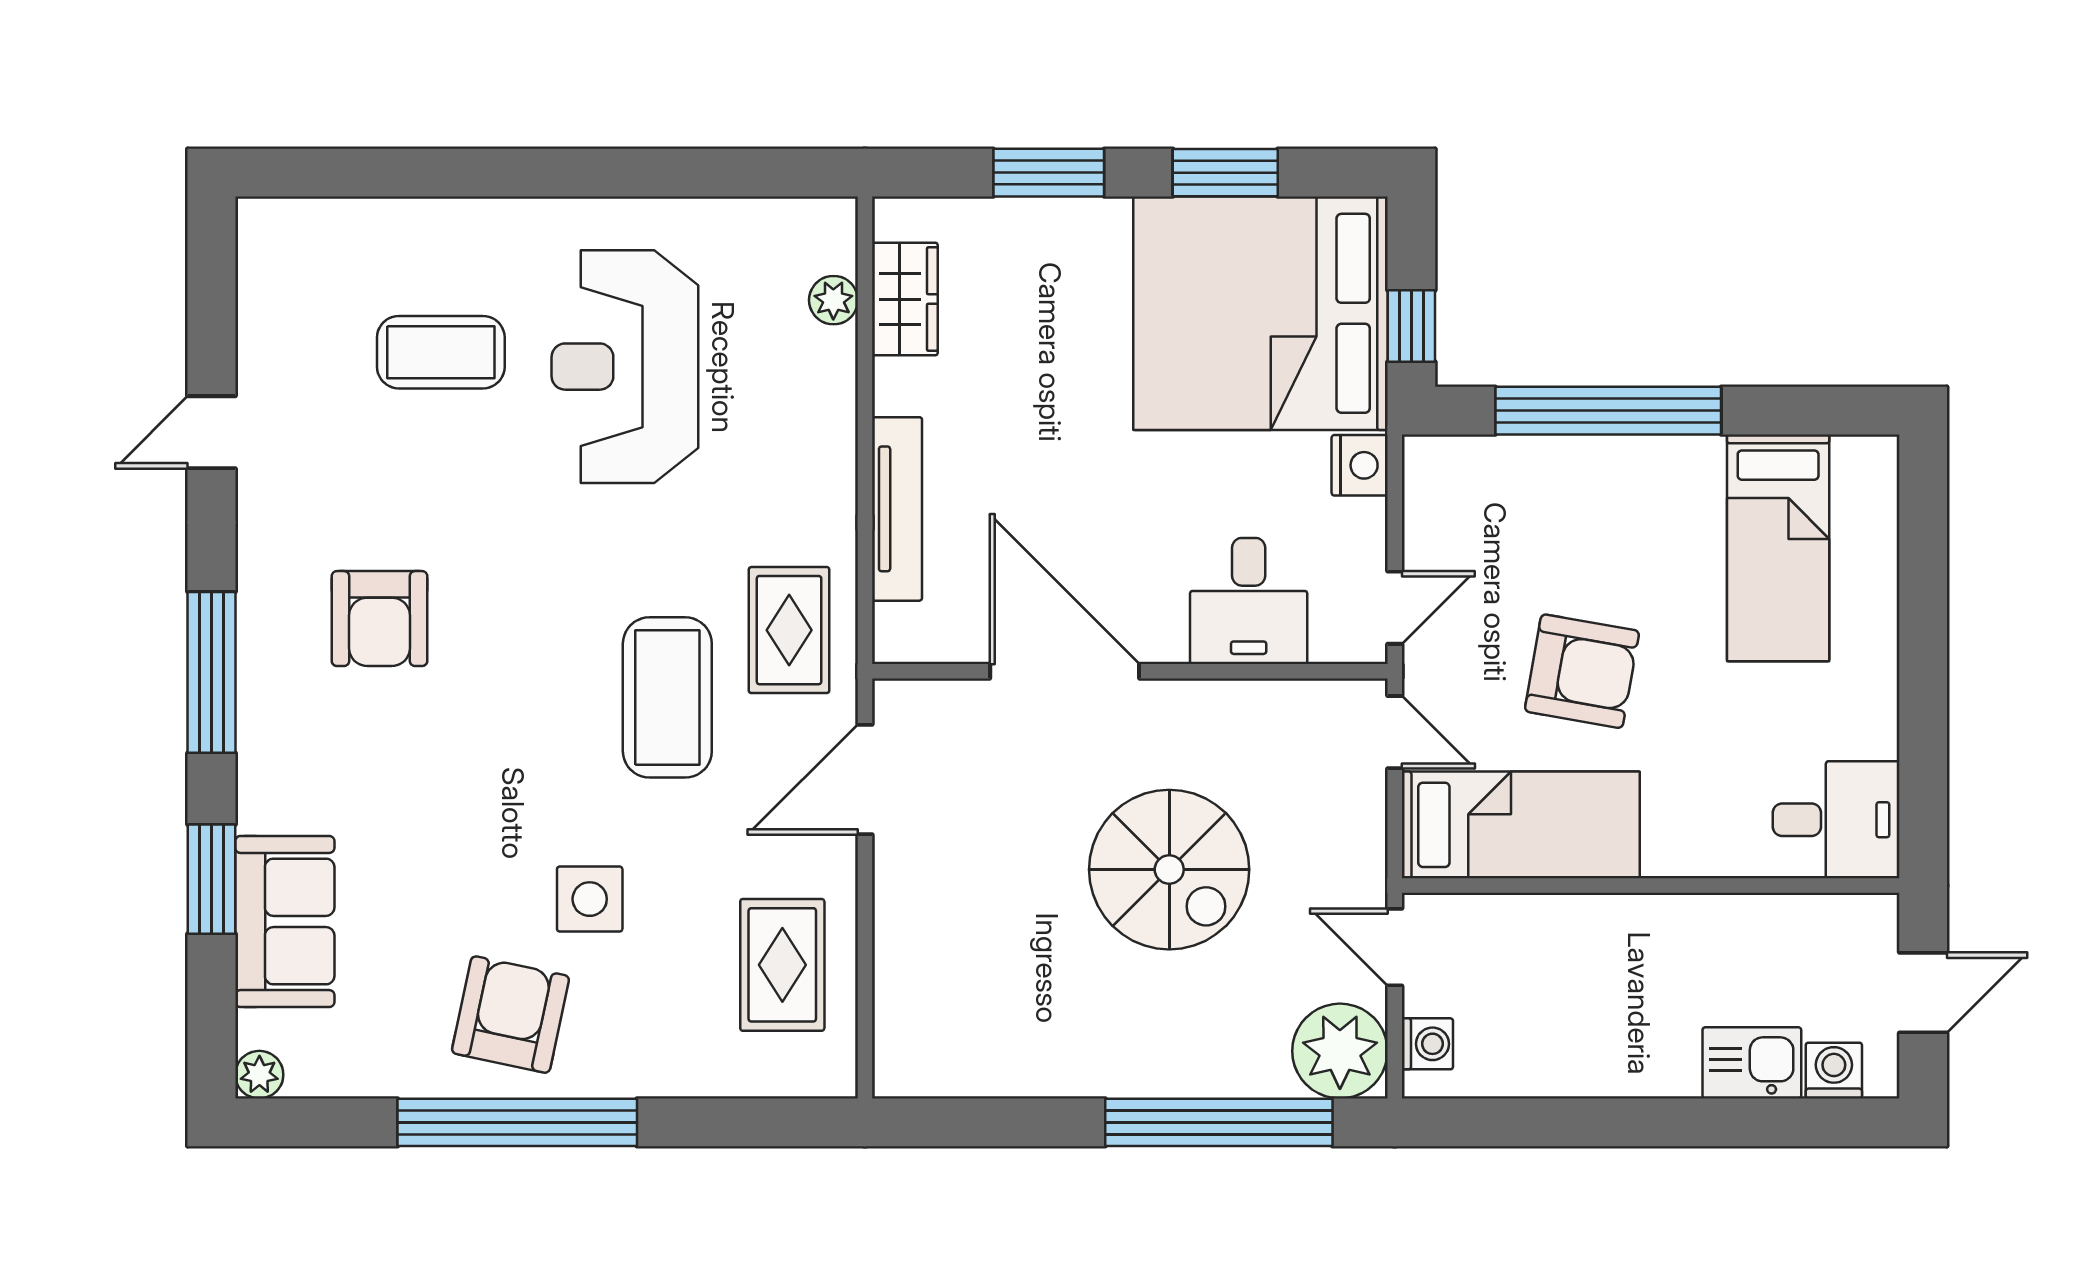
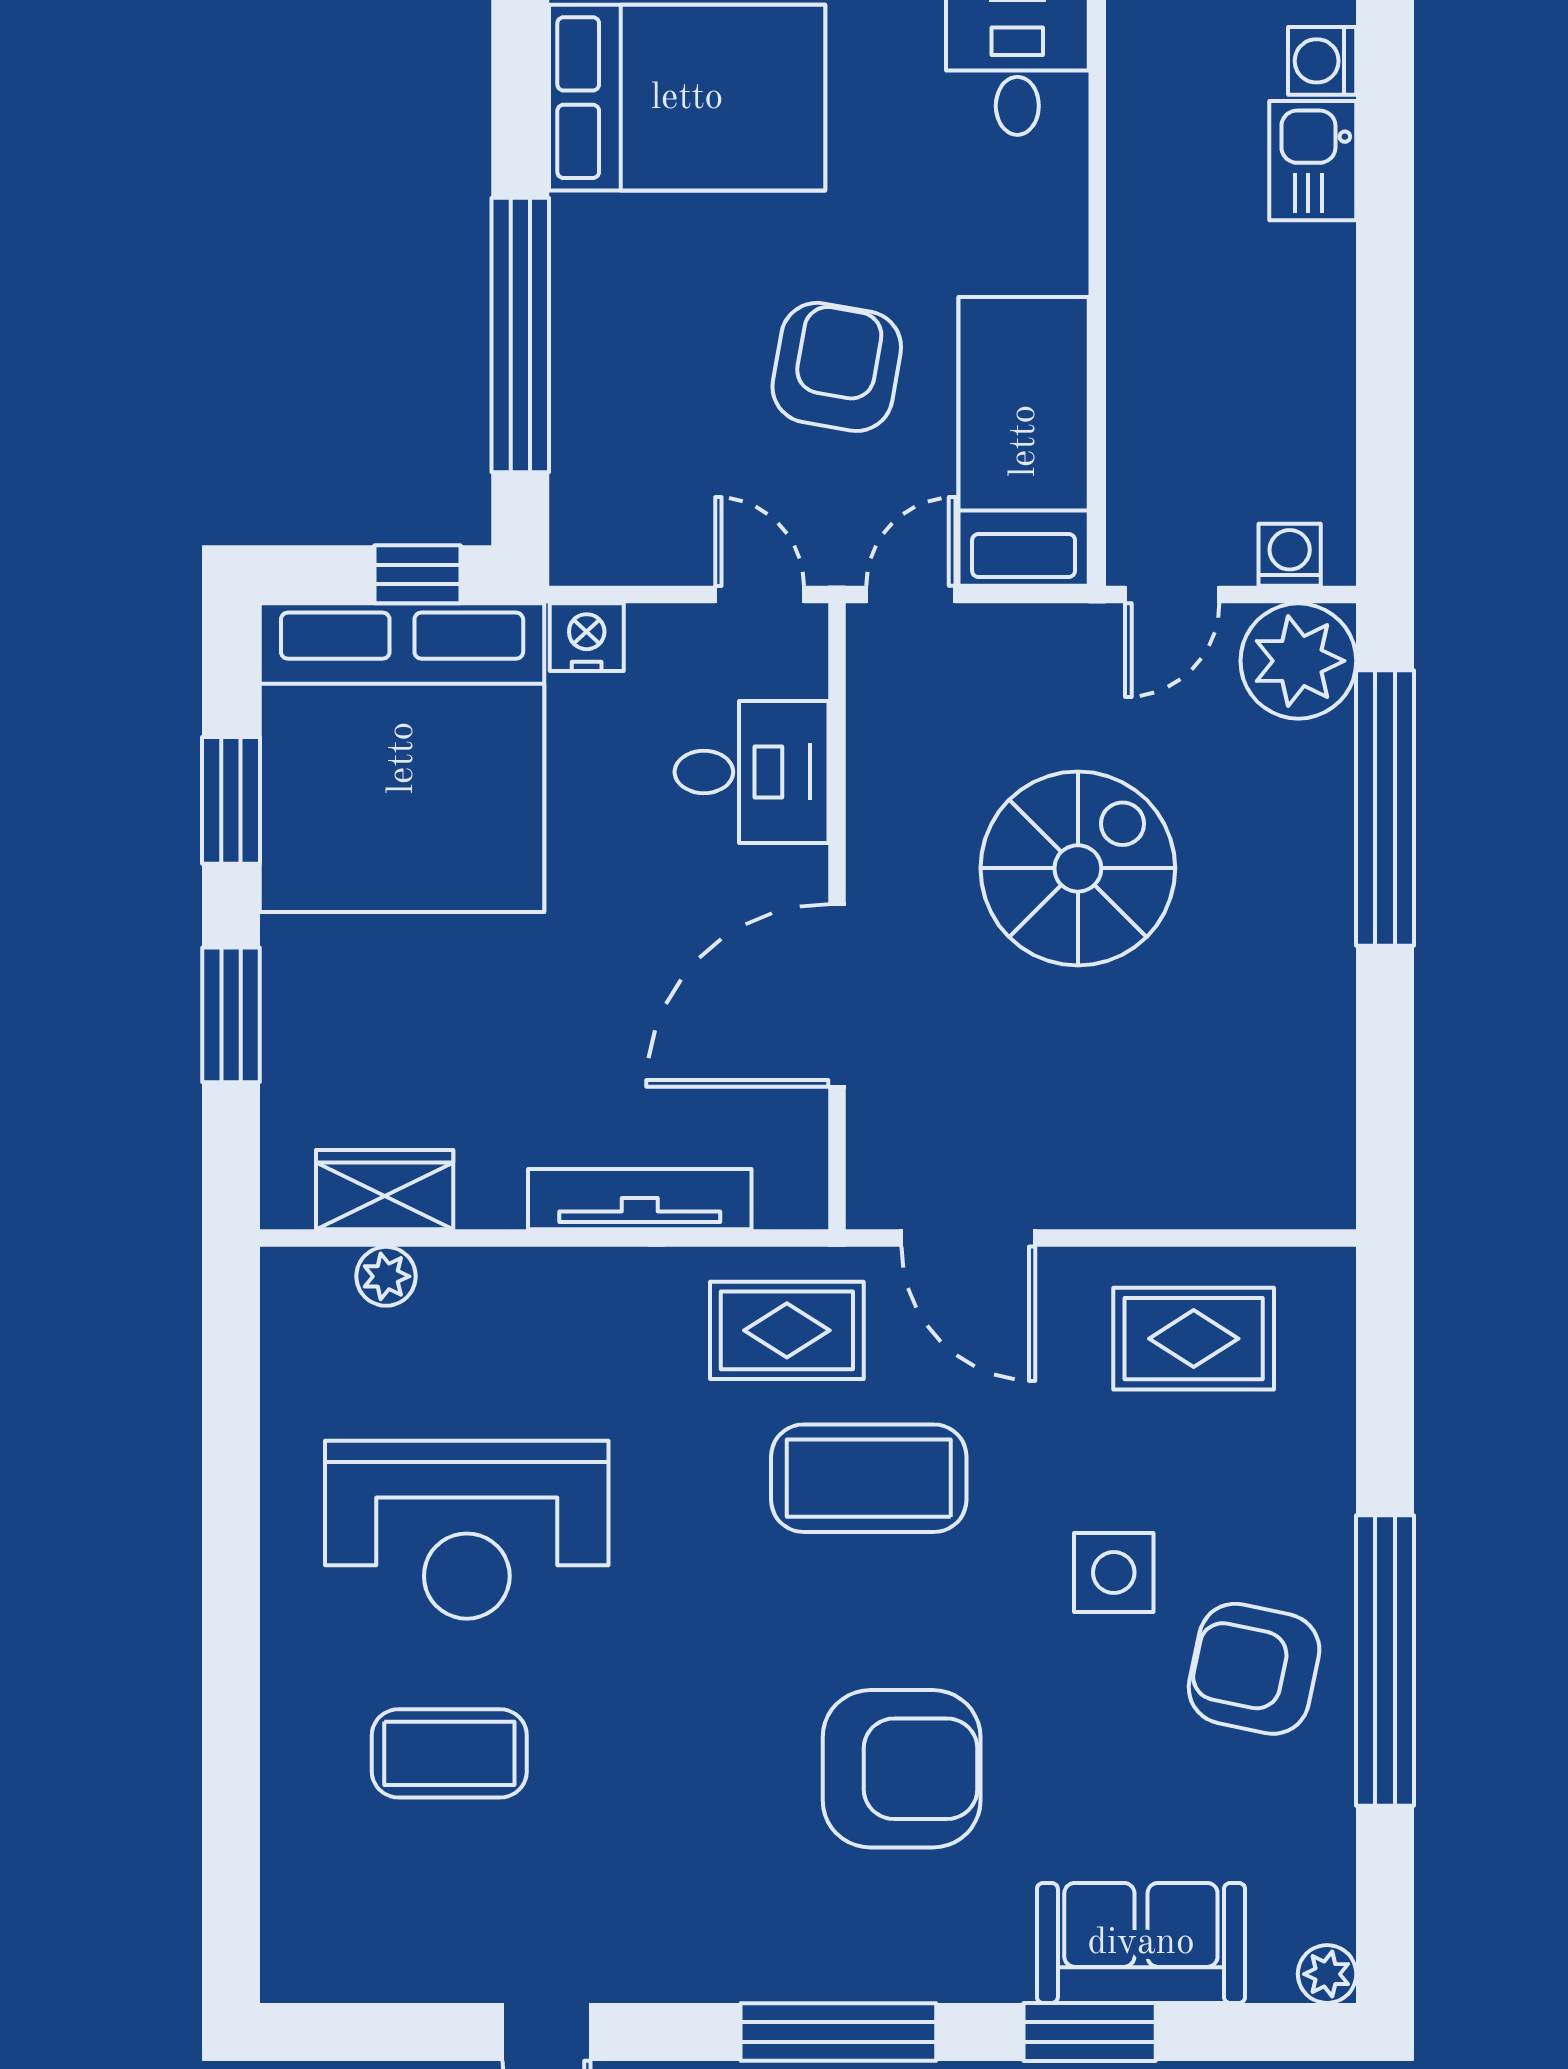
coffee table: (441, 352) -> (449, 1753), turned 90
bed: (1778, 548) -> (687, 98), width x1.50
armchair: (379, 619) -> (902, 1769), moved, width x1.36, depth x1.36

